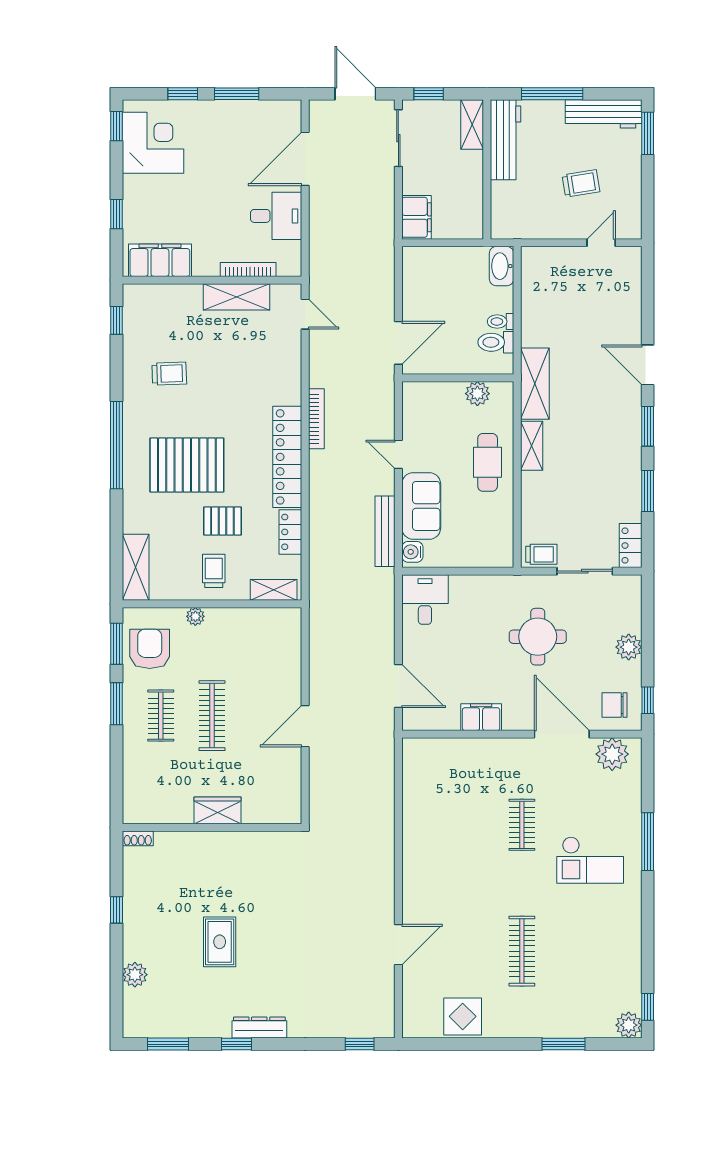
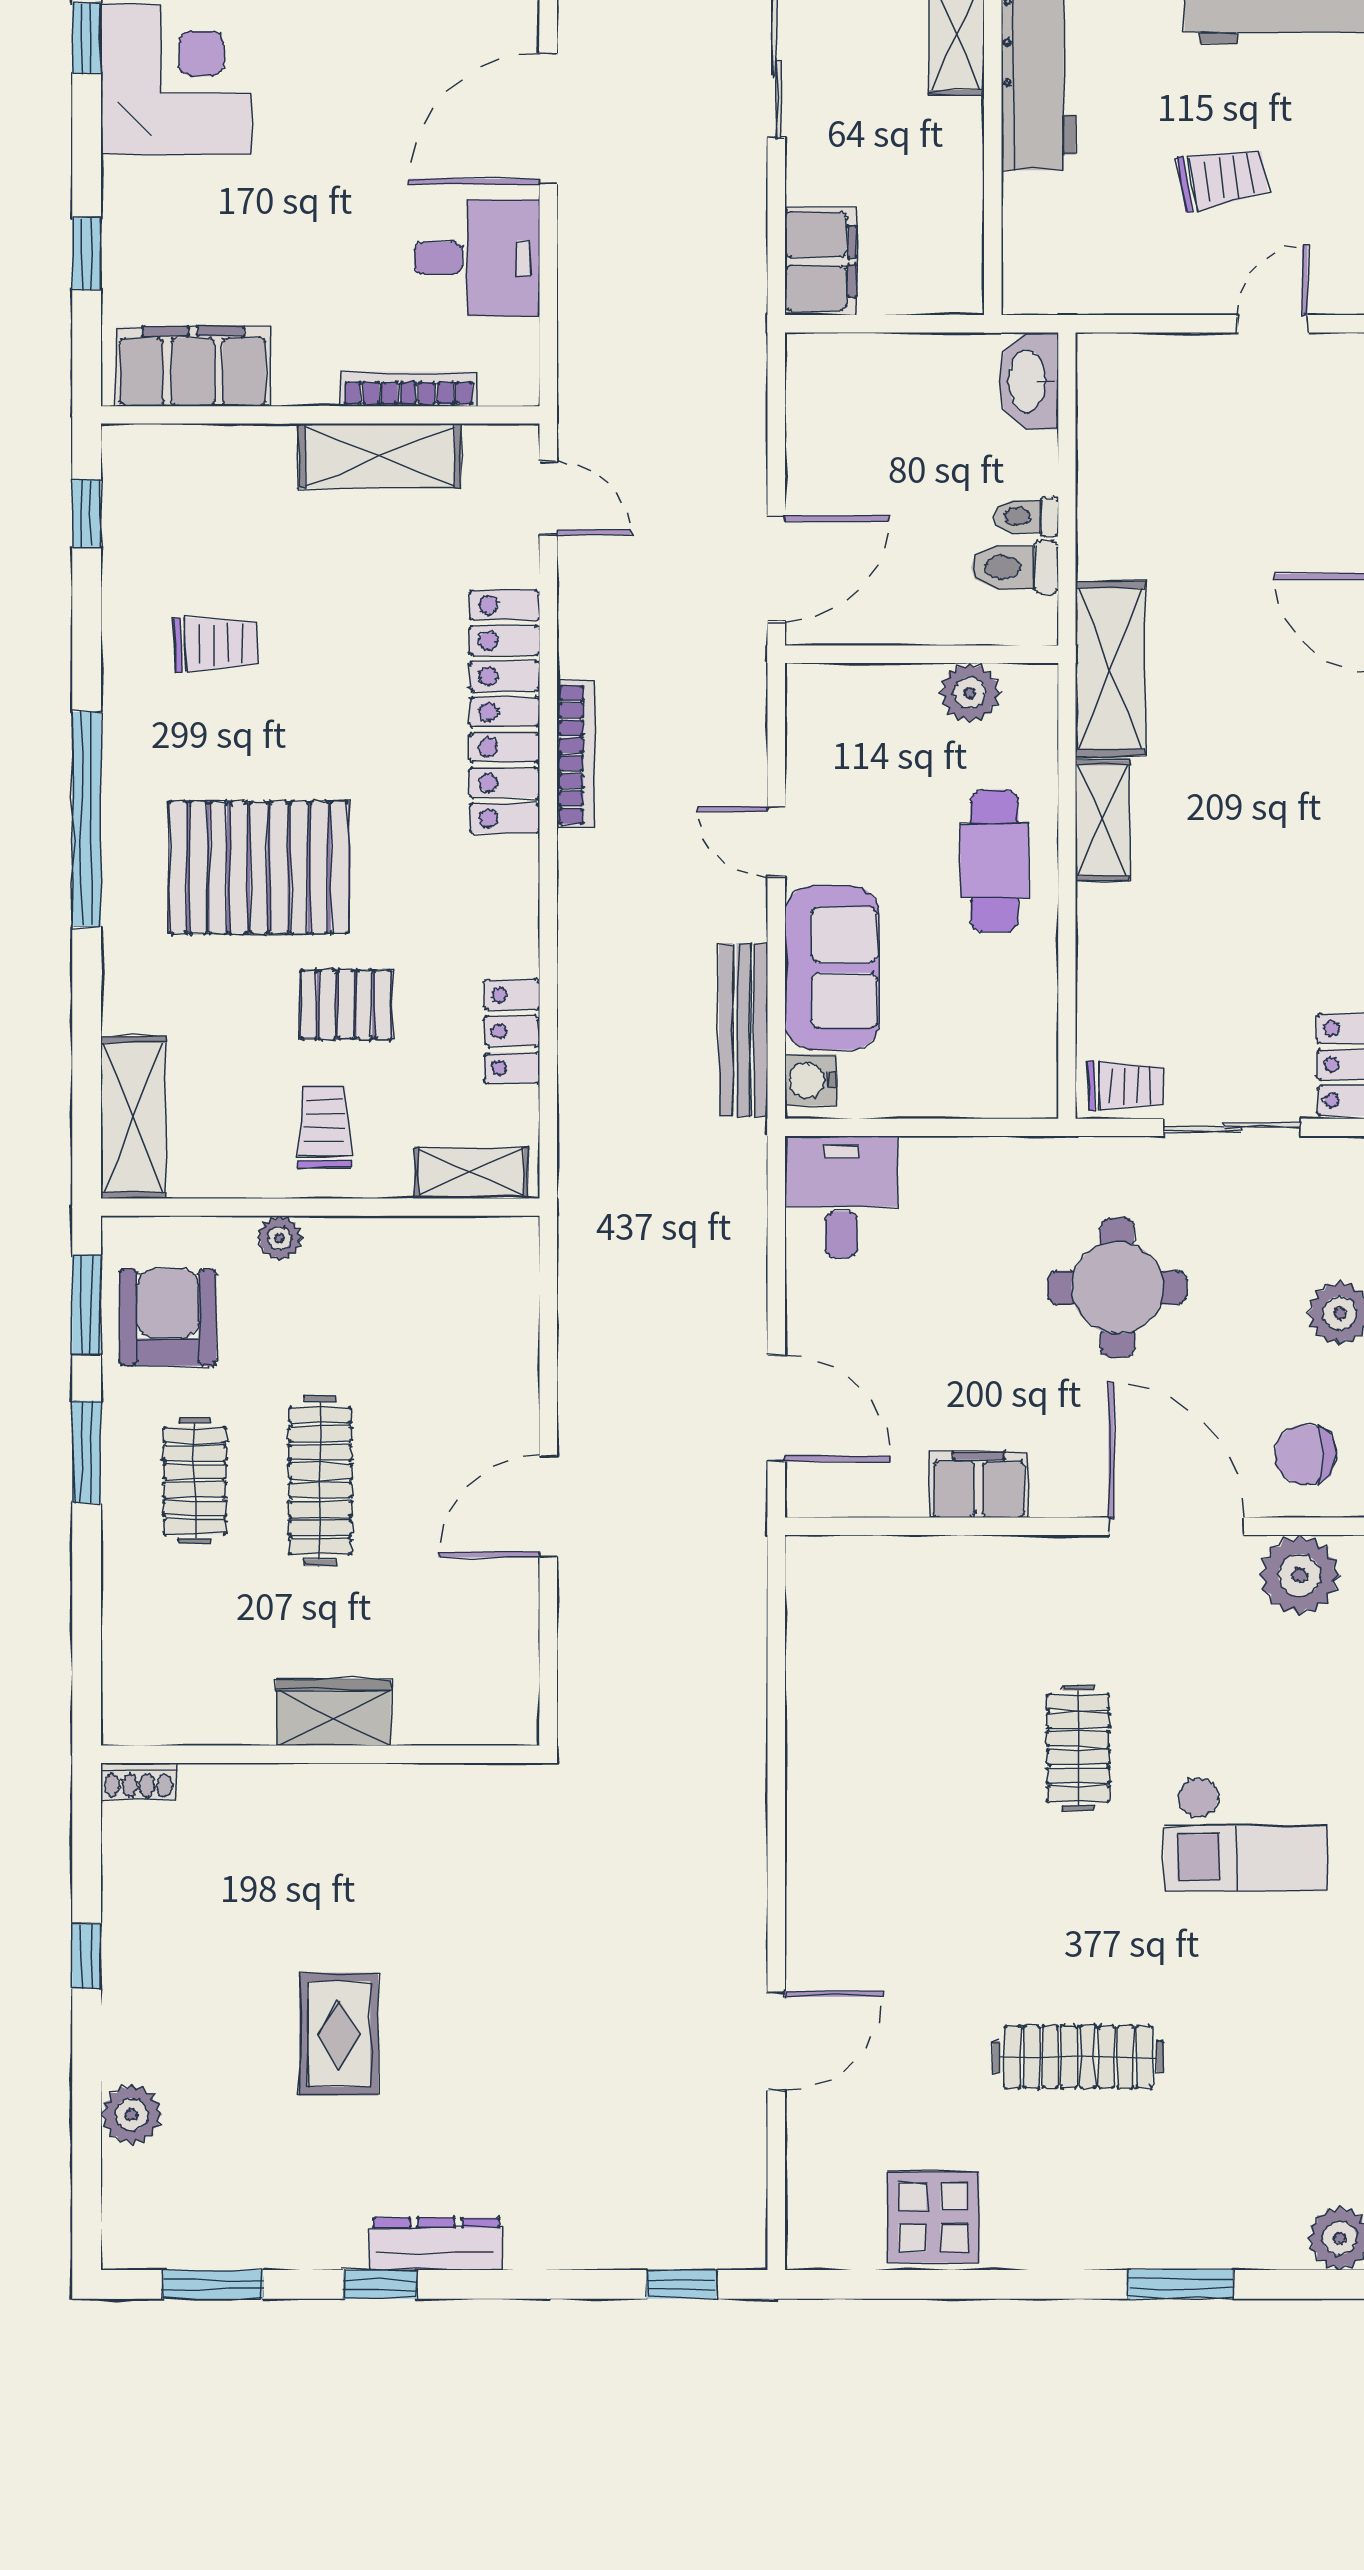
locker: (287, 457) -> (505, 712), moved
clothes rail: (522, 951) -> (1078, 2057), turned 90

